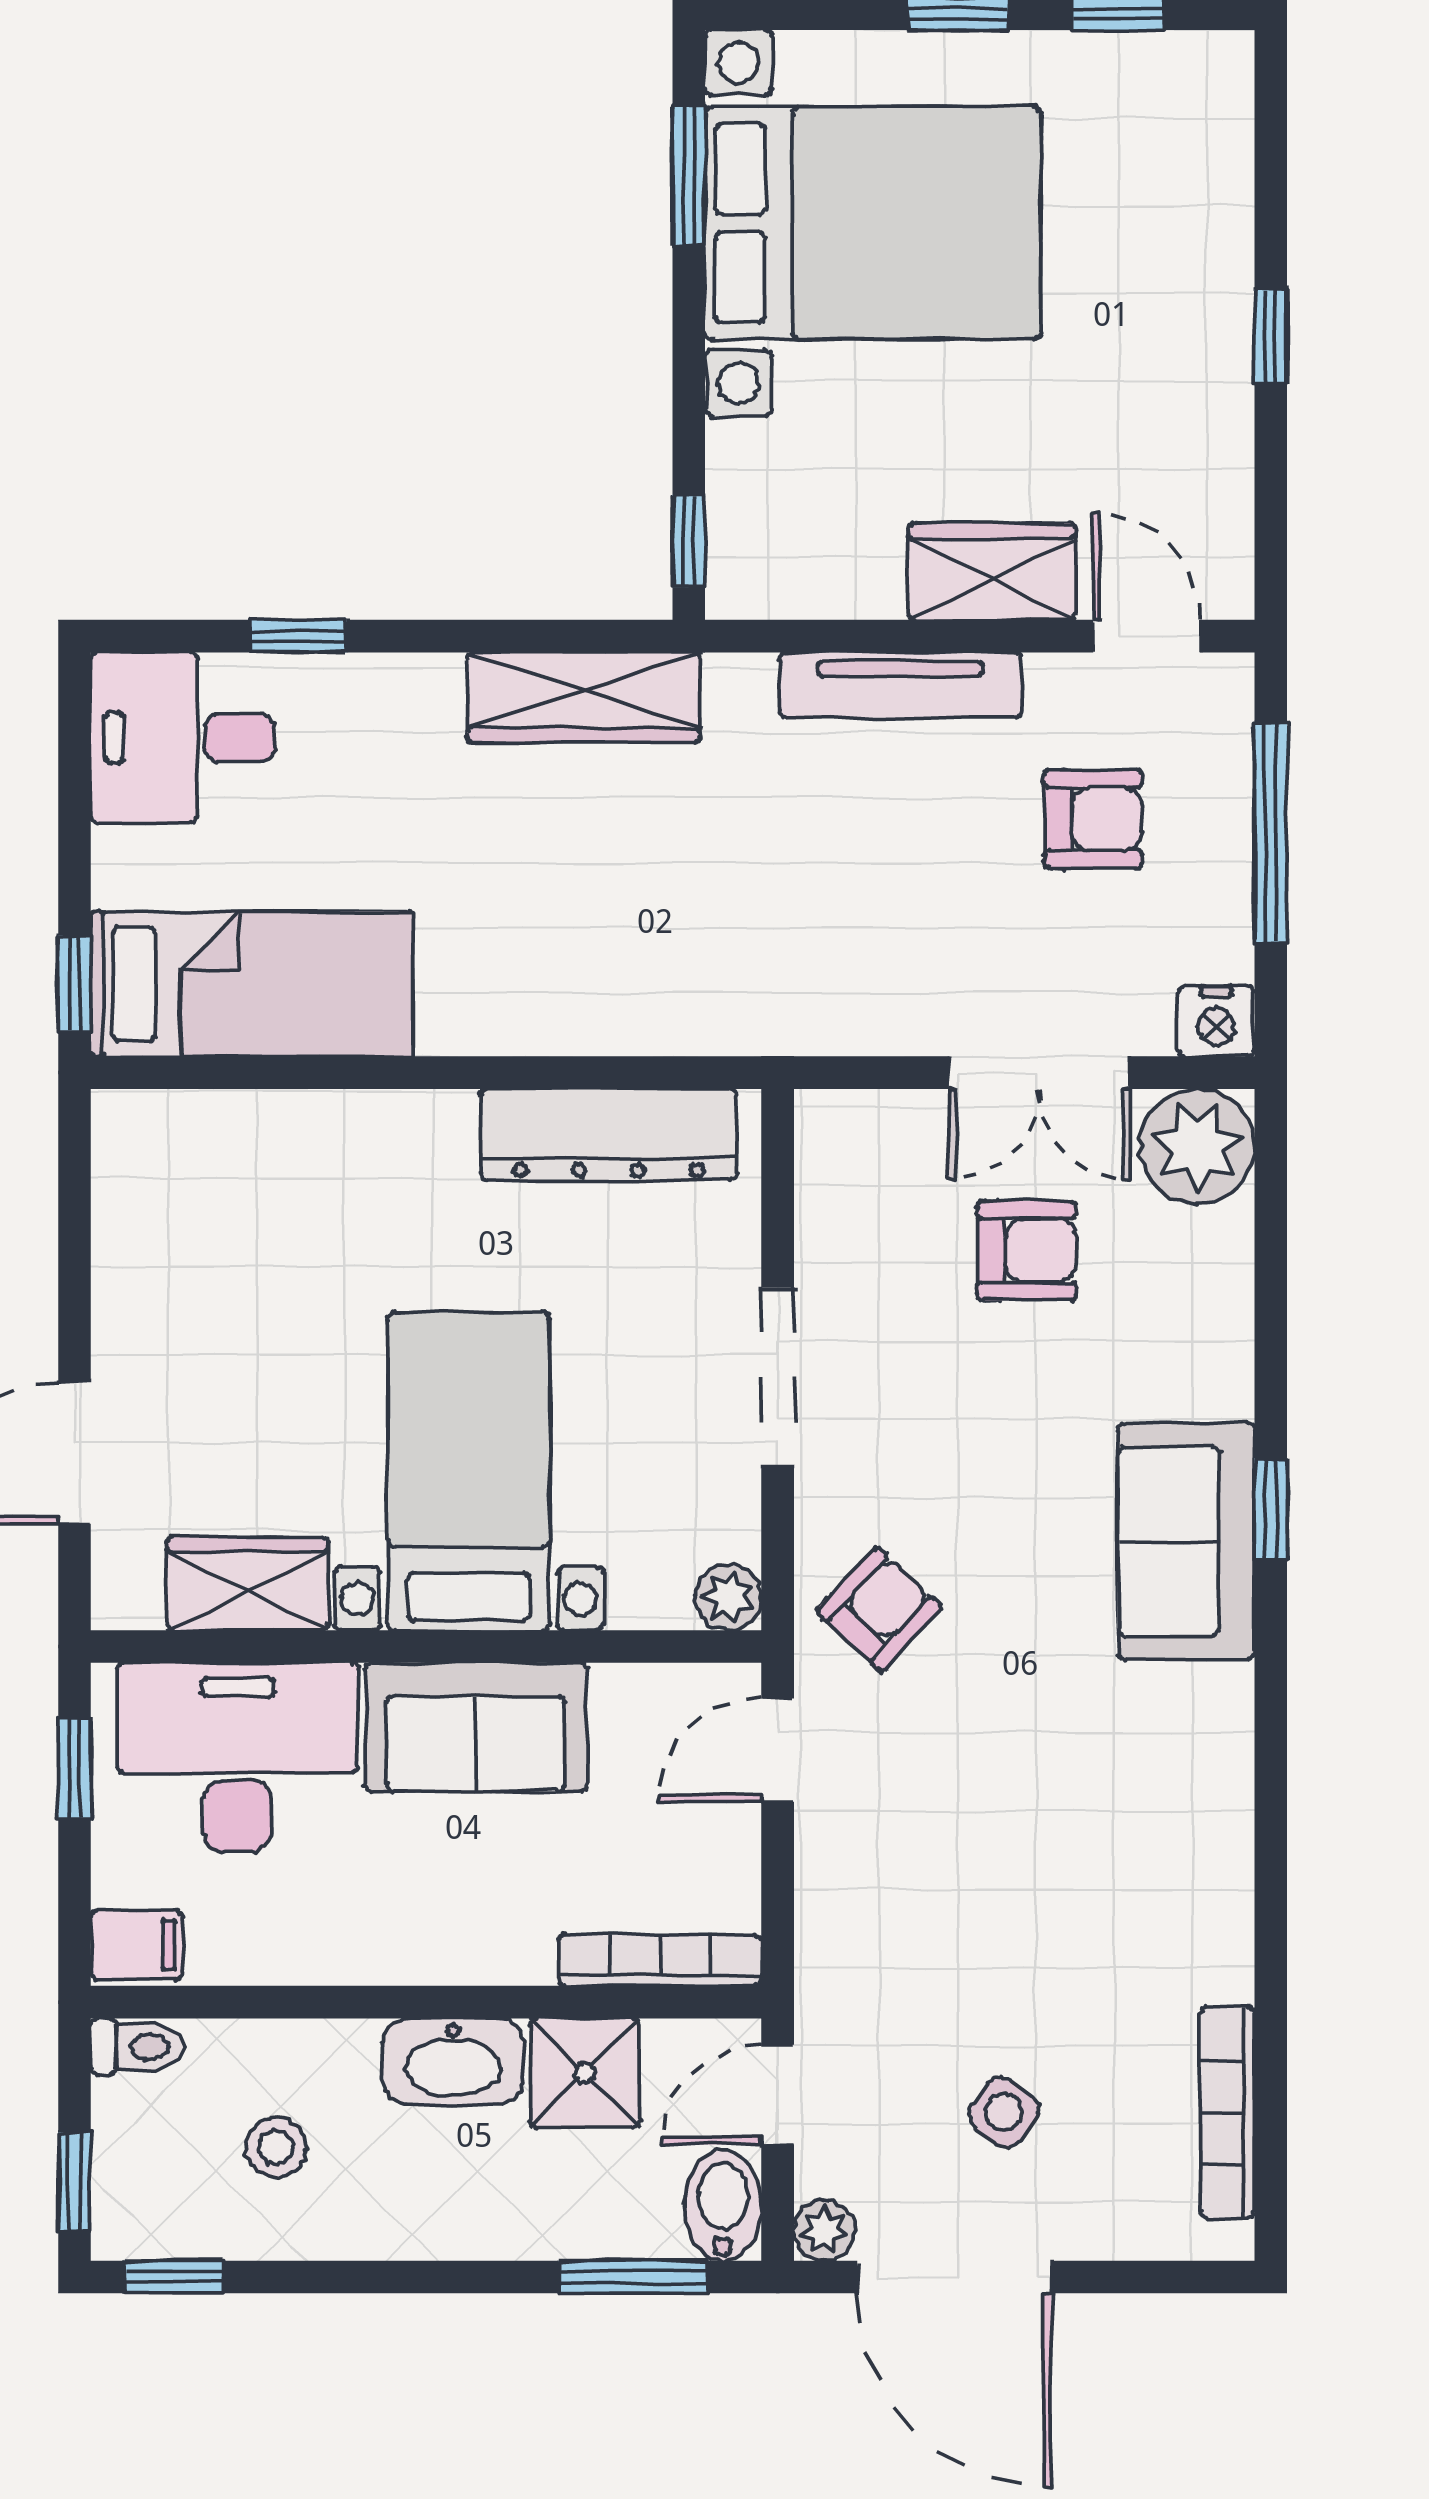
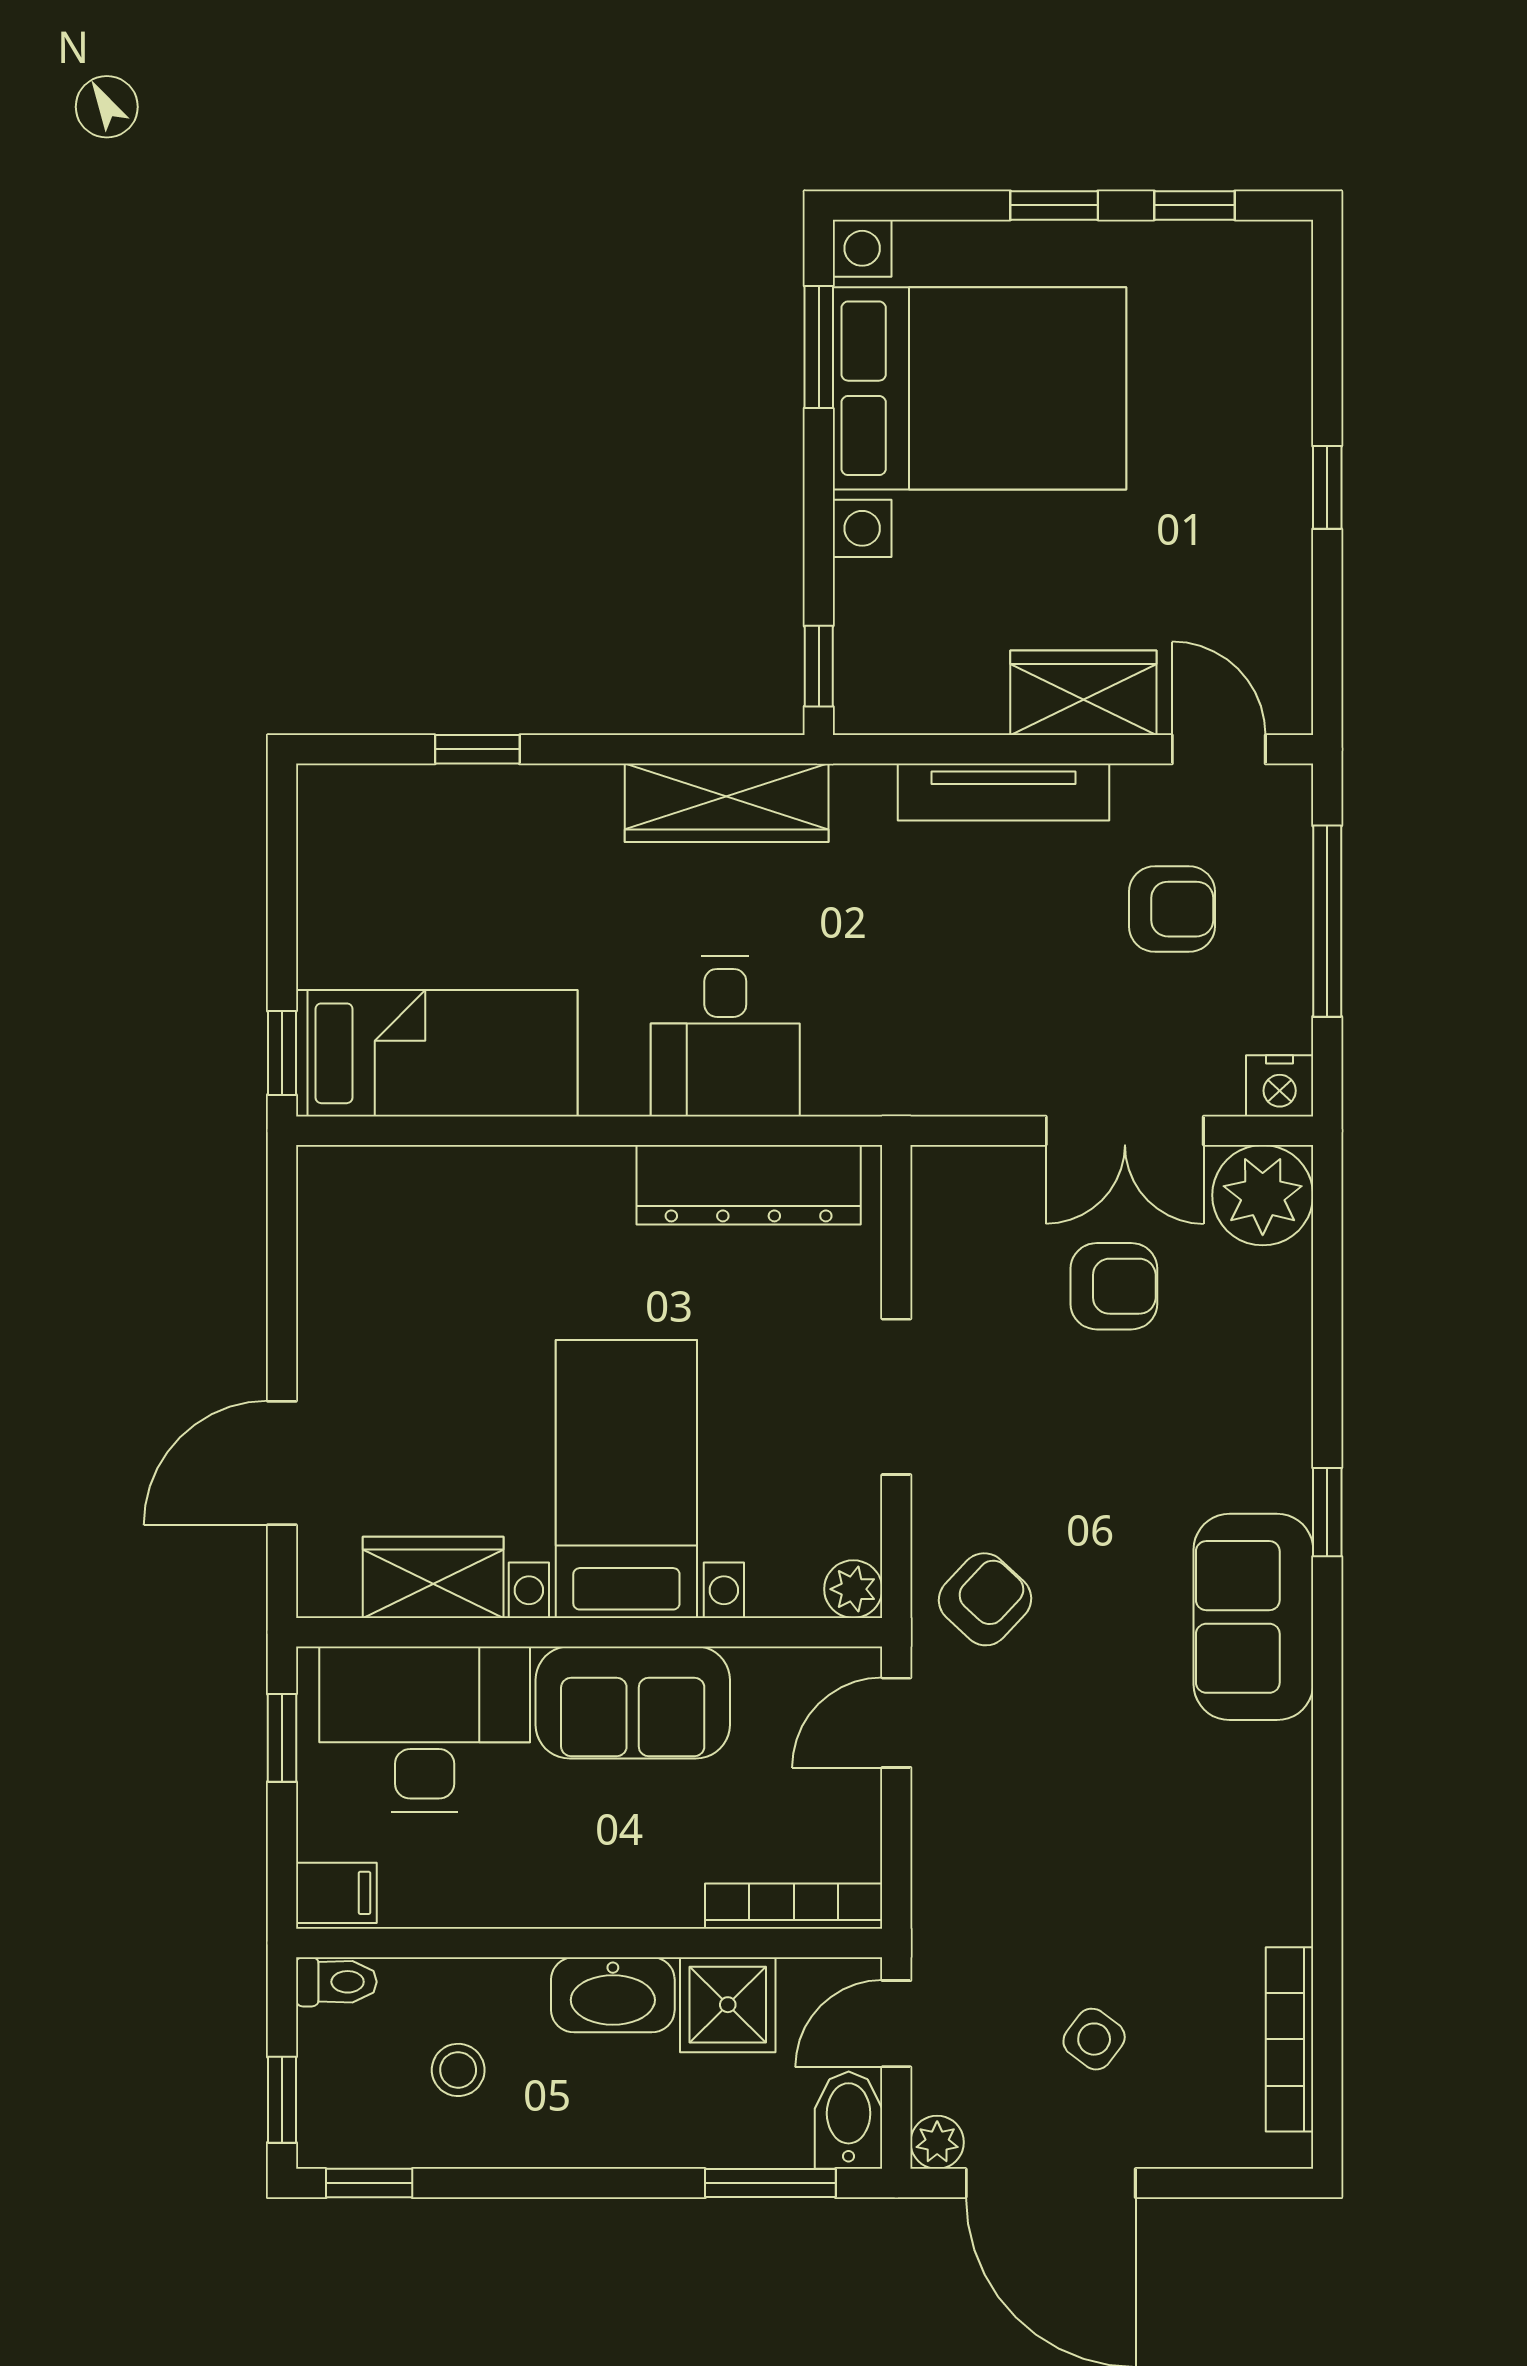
desk: (182, 737) -> (725, 1036), moved, turned -90
sofa: (1186, 1541) -> (1253, 1617), moved

